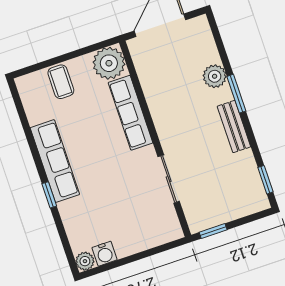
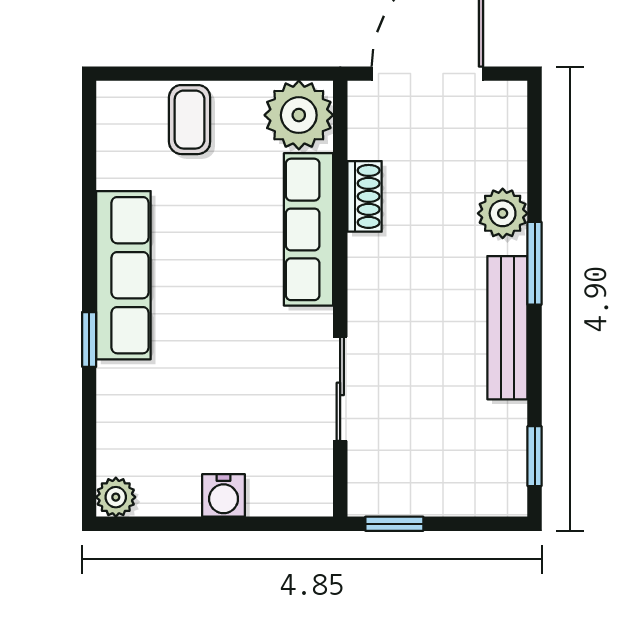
shoe rack: (150, 90) -> (365, 196), added
bench: (234, 127) -> (507, 328), width x1.36
water cooler: (105, 254) -> (224, 495), moved

